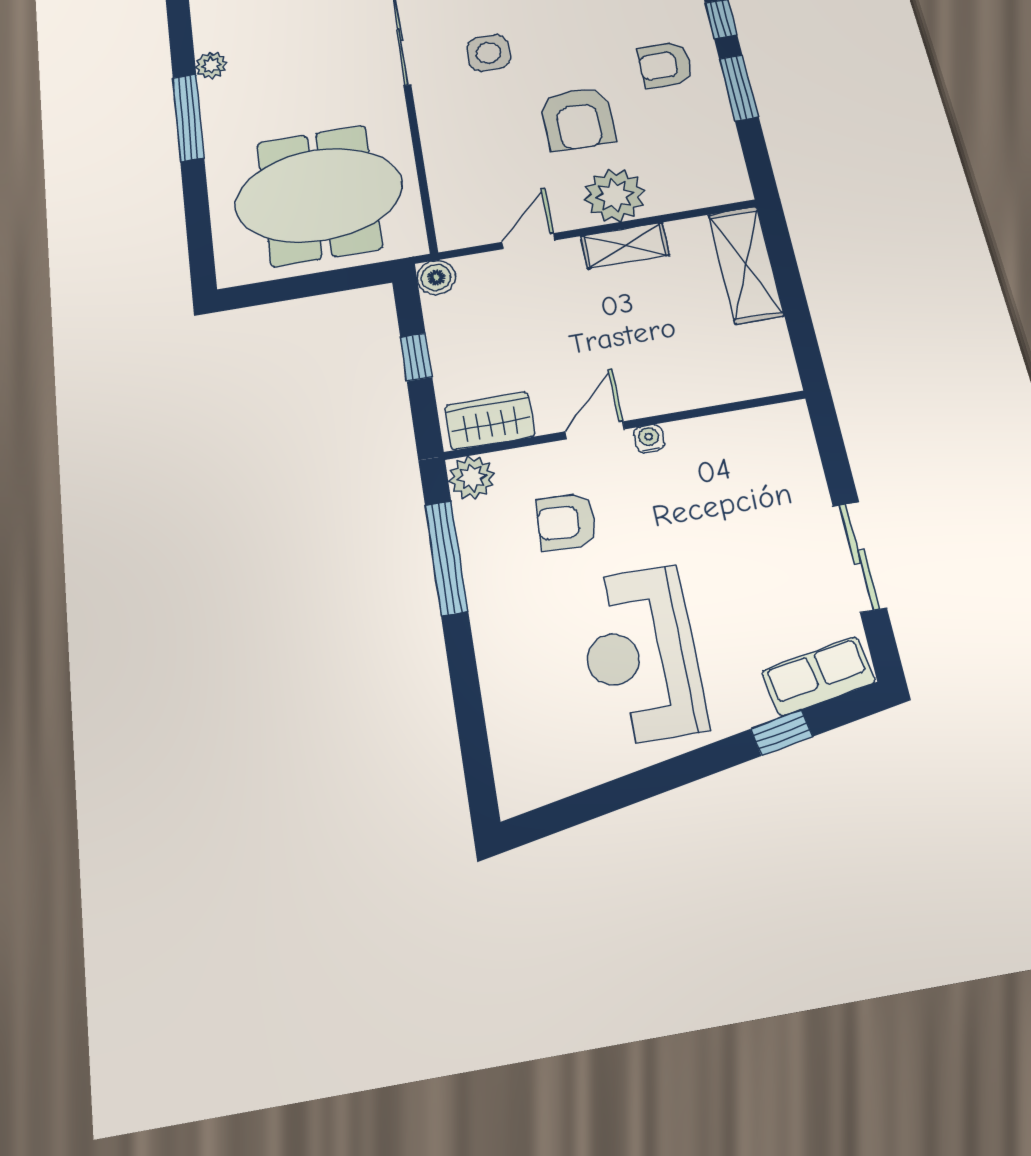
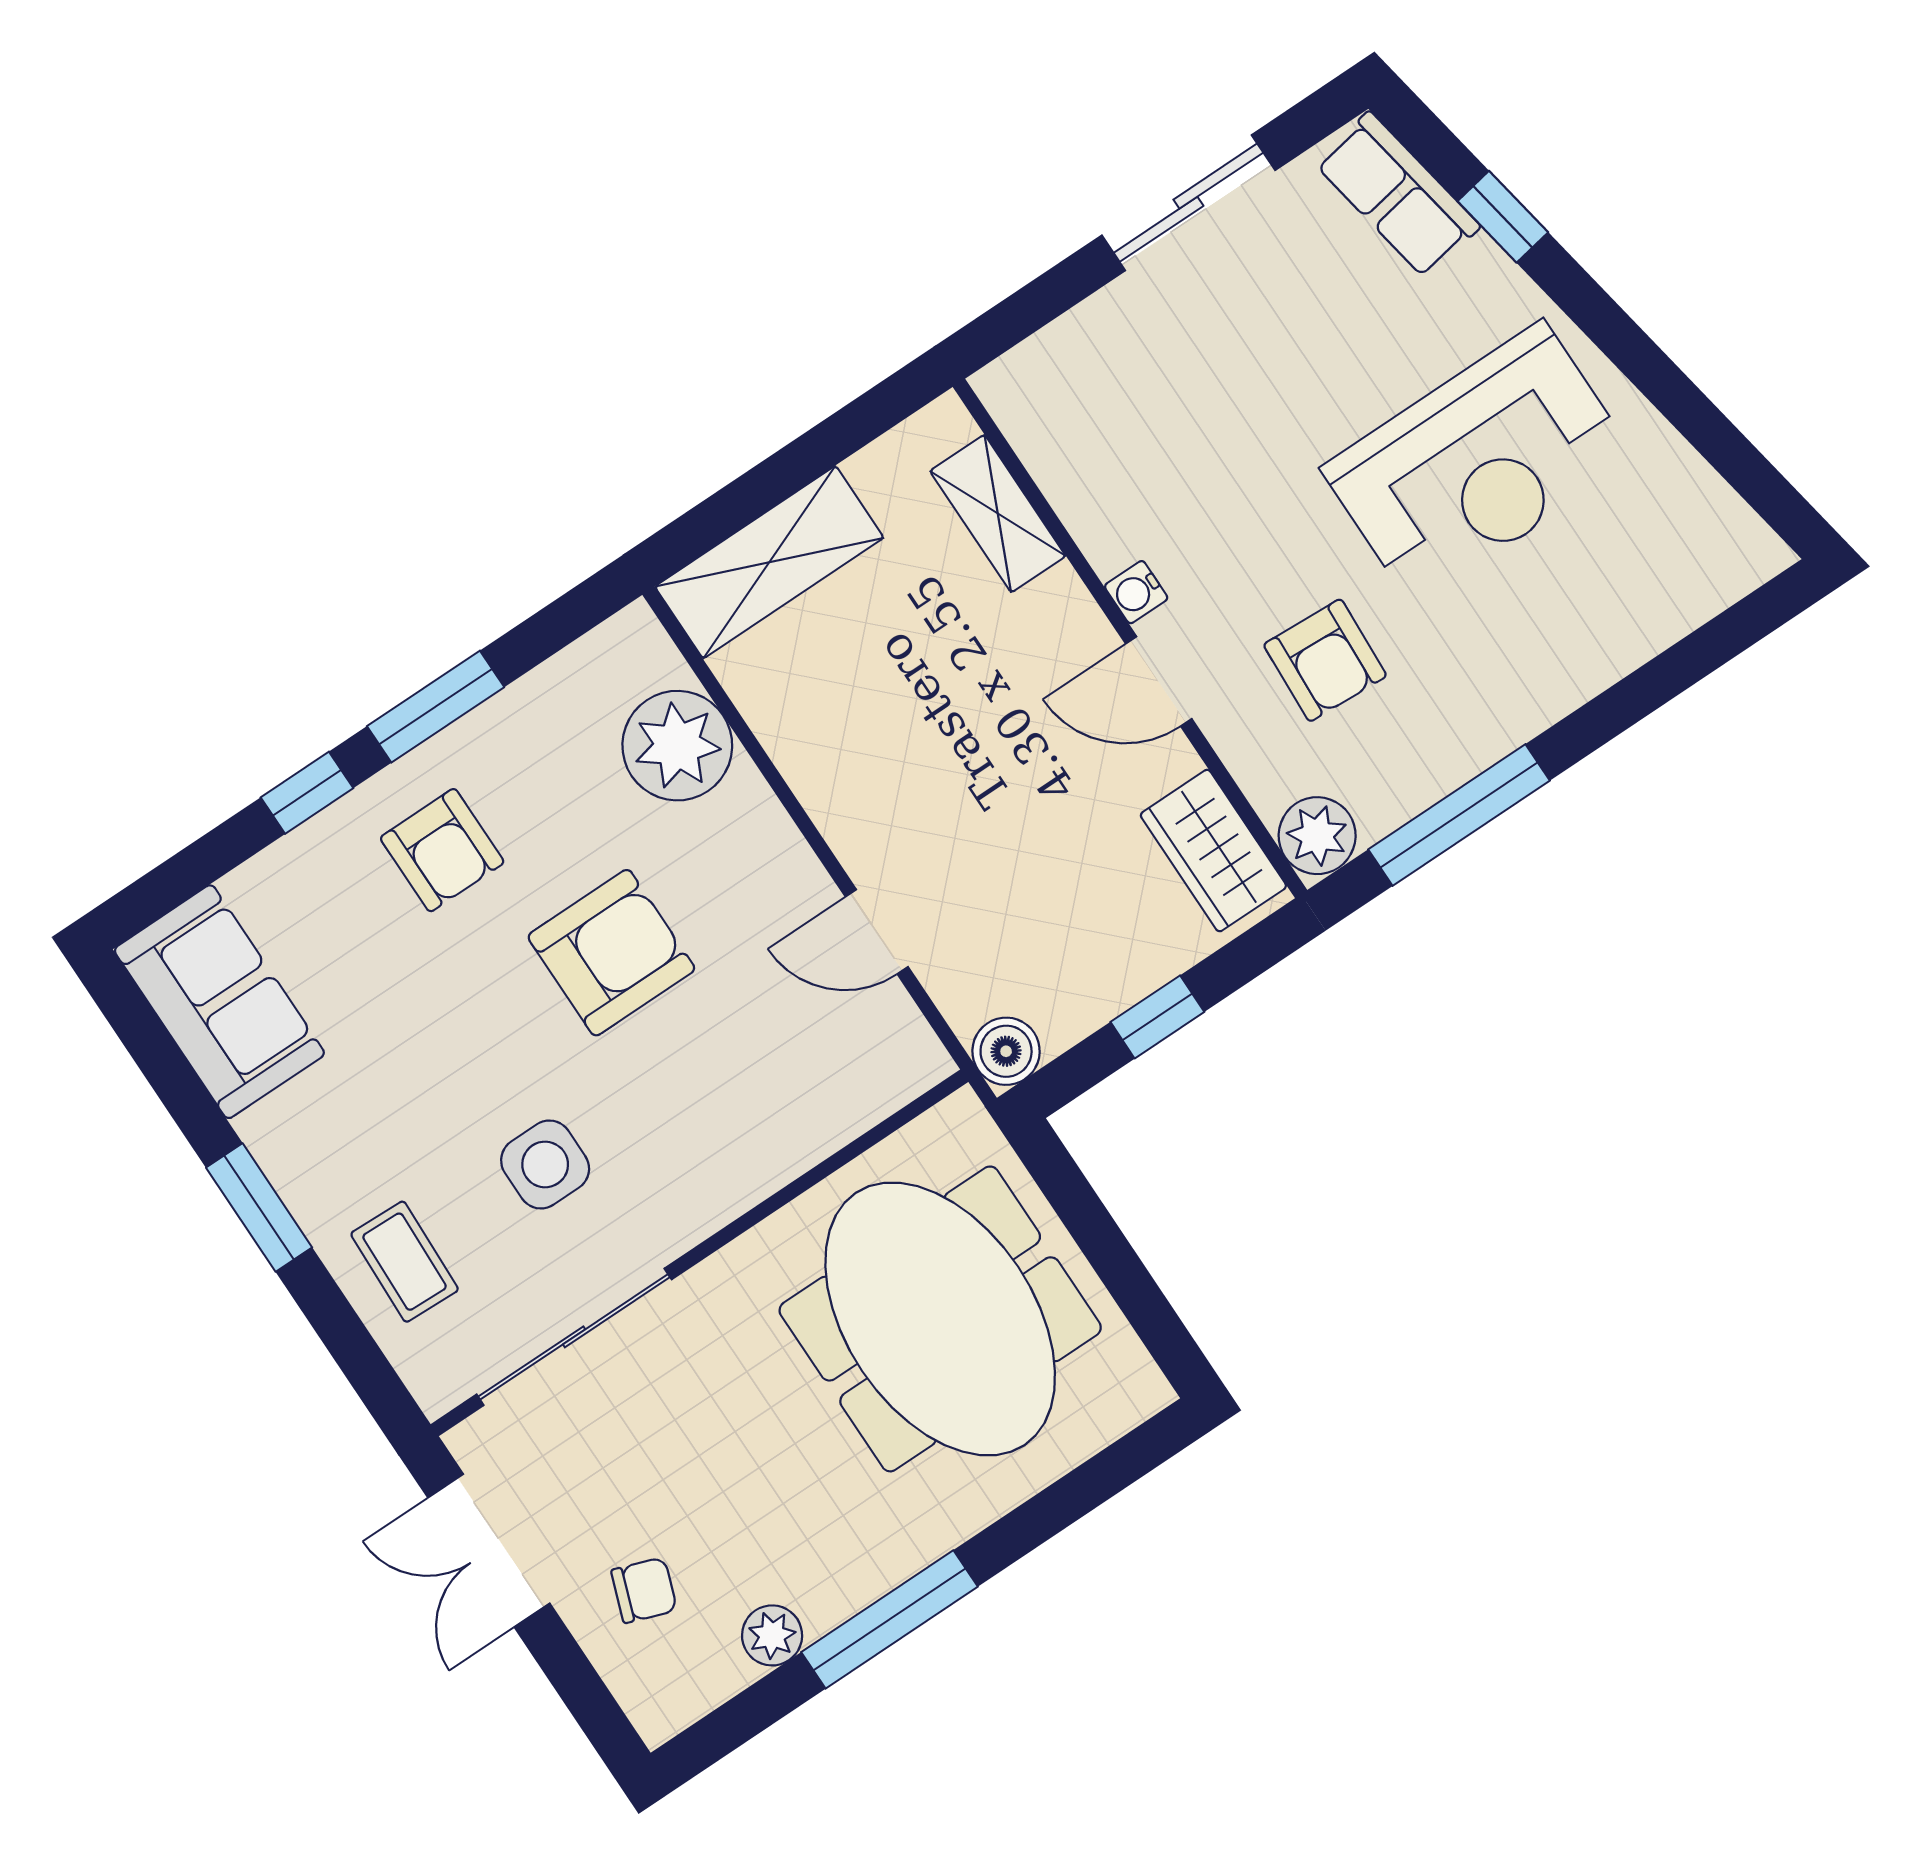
chair: (264, 21) -> (644, 1590), added
plant: (614, 195) -> (677, 746), moved
shelving: (625, 246) -> (998, 514), moved

